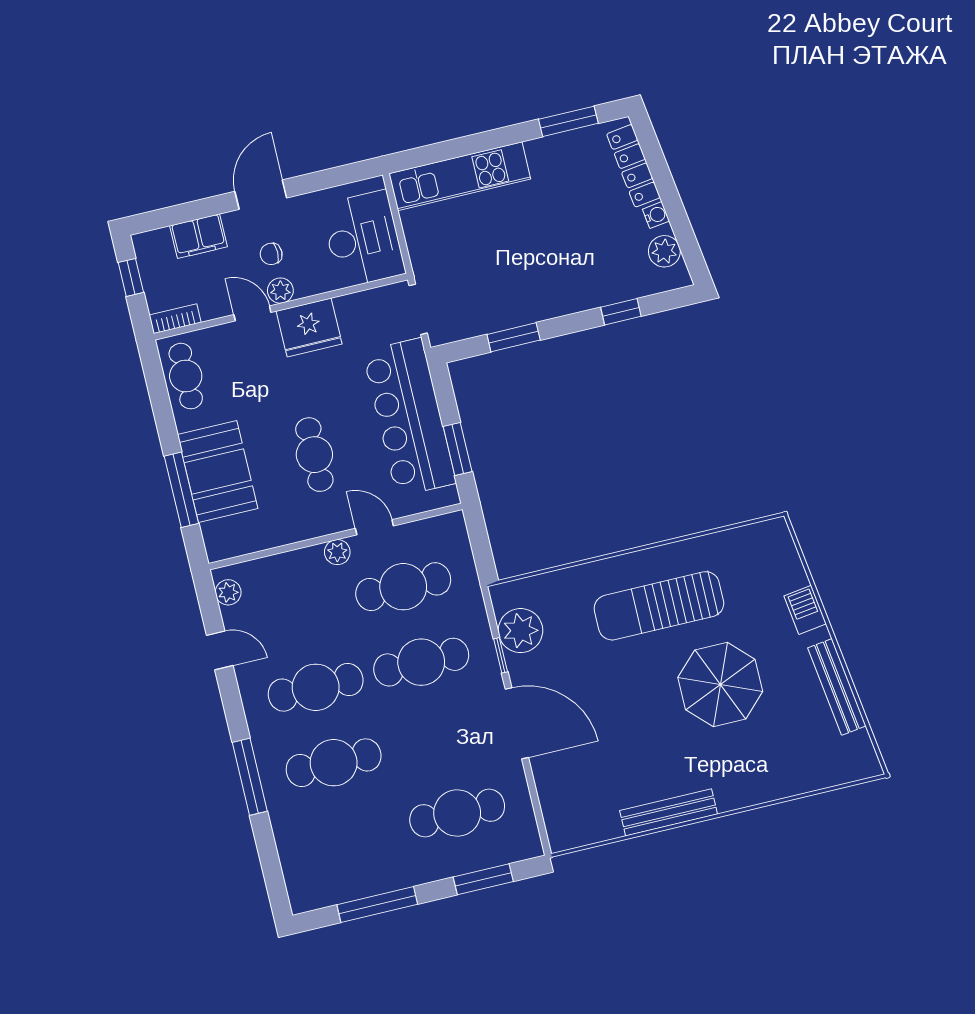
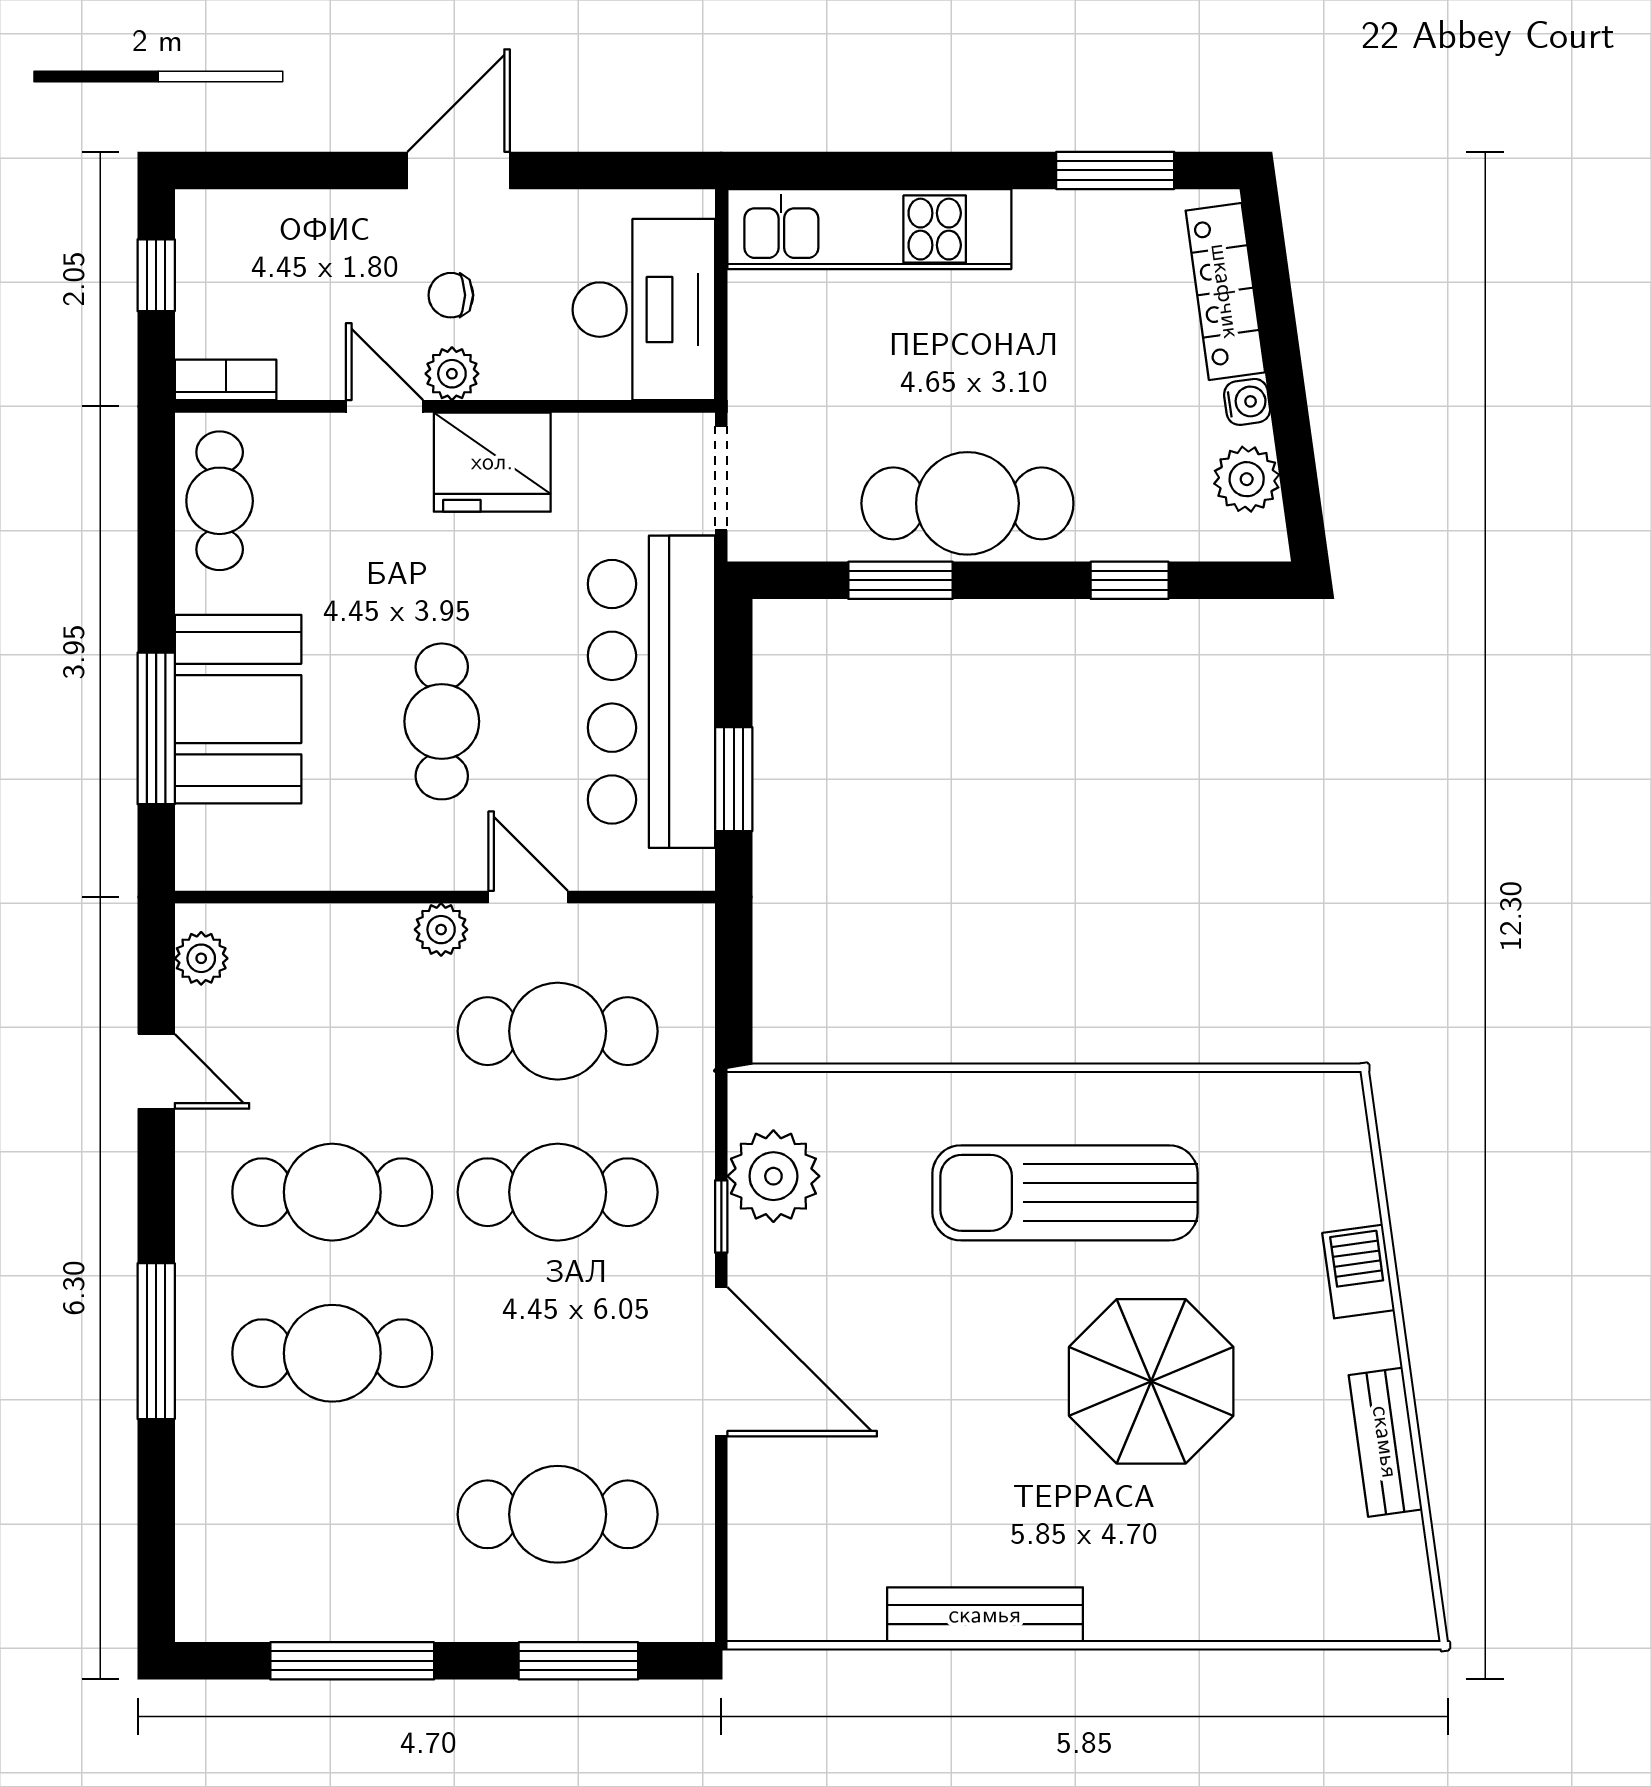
filing cabinet: (199, 236) -> (313, 224), removed
cafe table: (536, 294) -> (967, 503), added
bench: (837, 687) -> (1385, 1442), width x0.73

